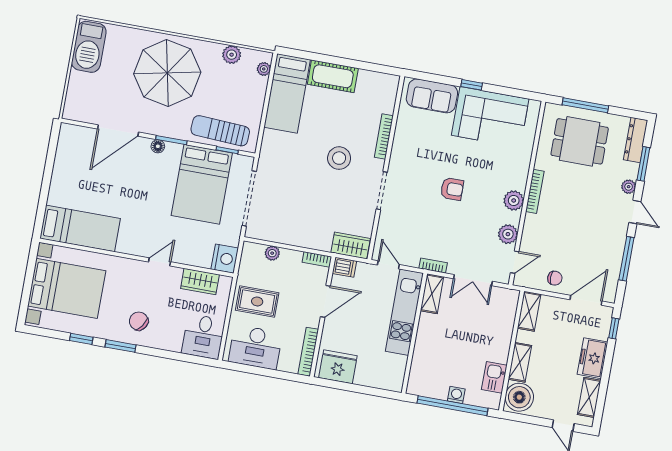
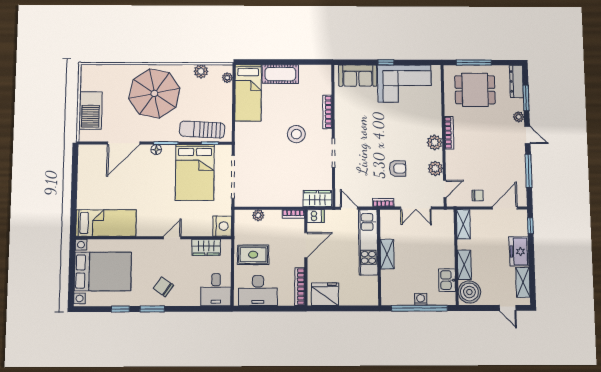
barbecue: (89, 47) -> (90, 111), moved
armchair: (452, 189) -> (398, 168), moved
shelving: (432, 294) -> (387, 254), moved

